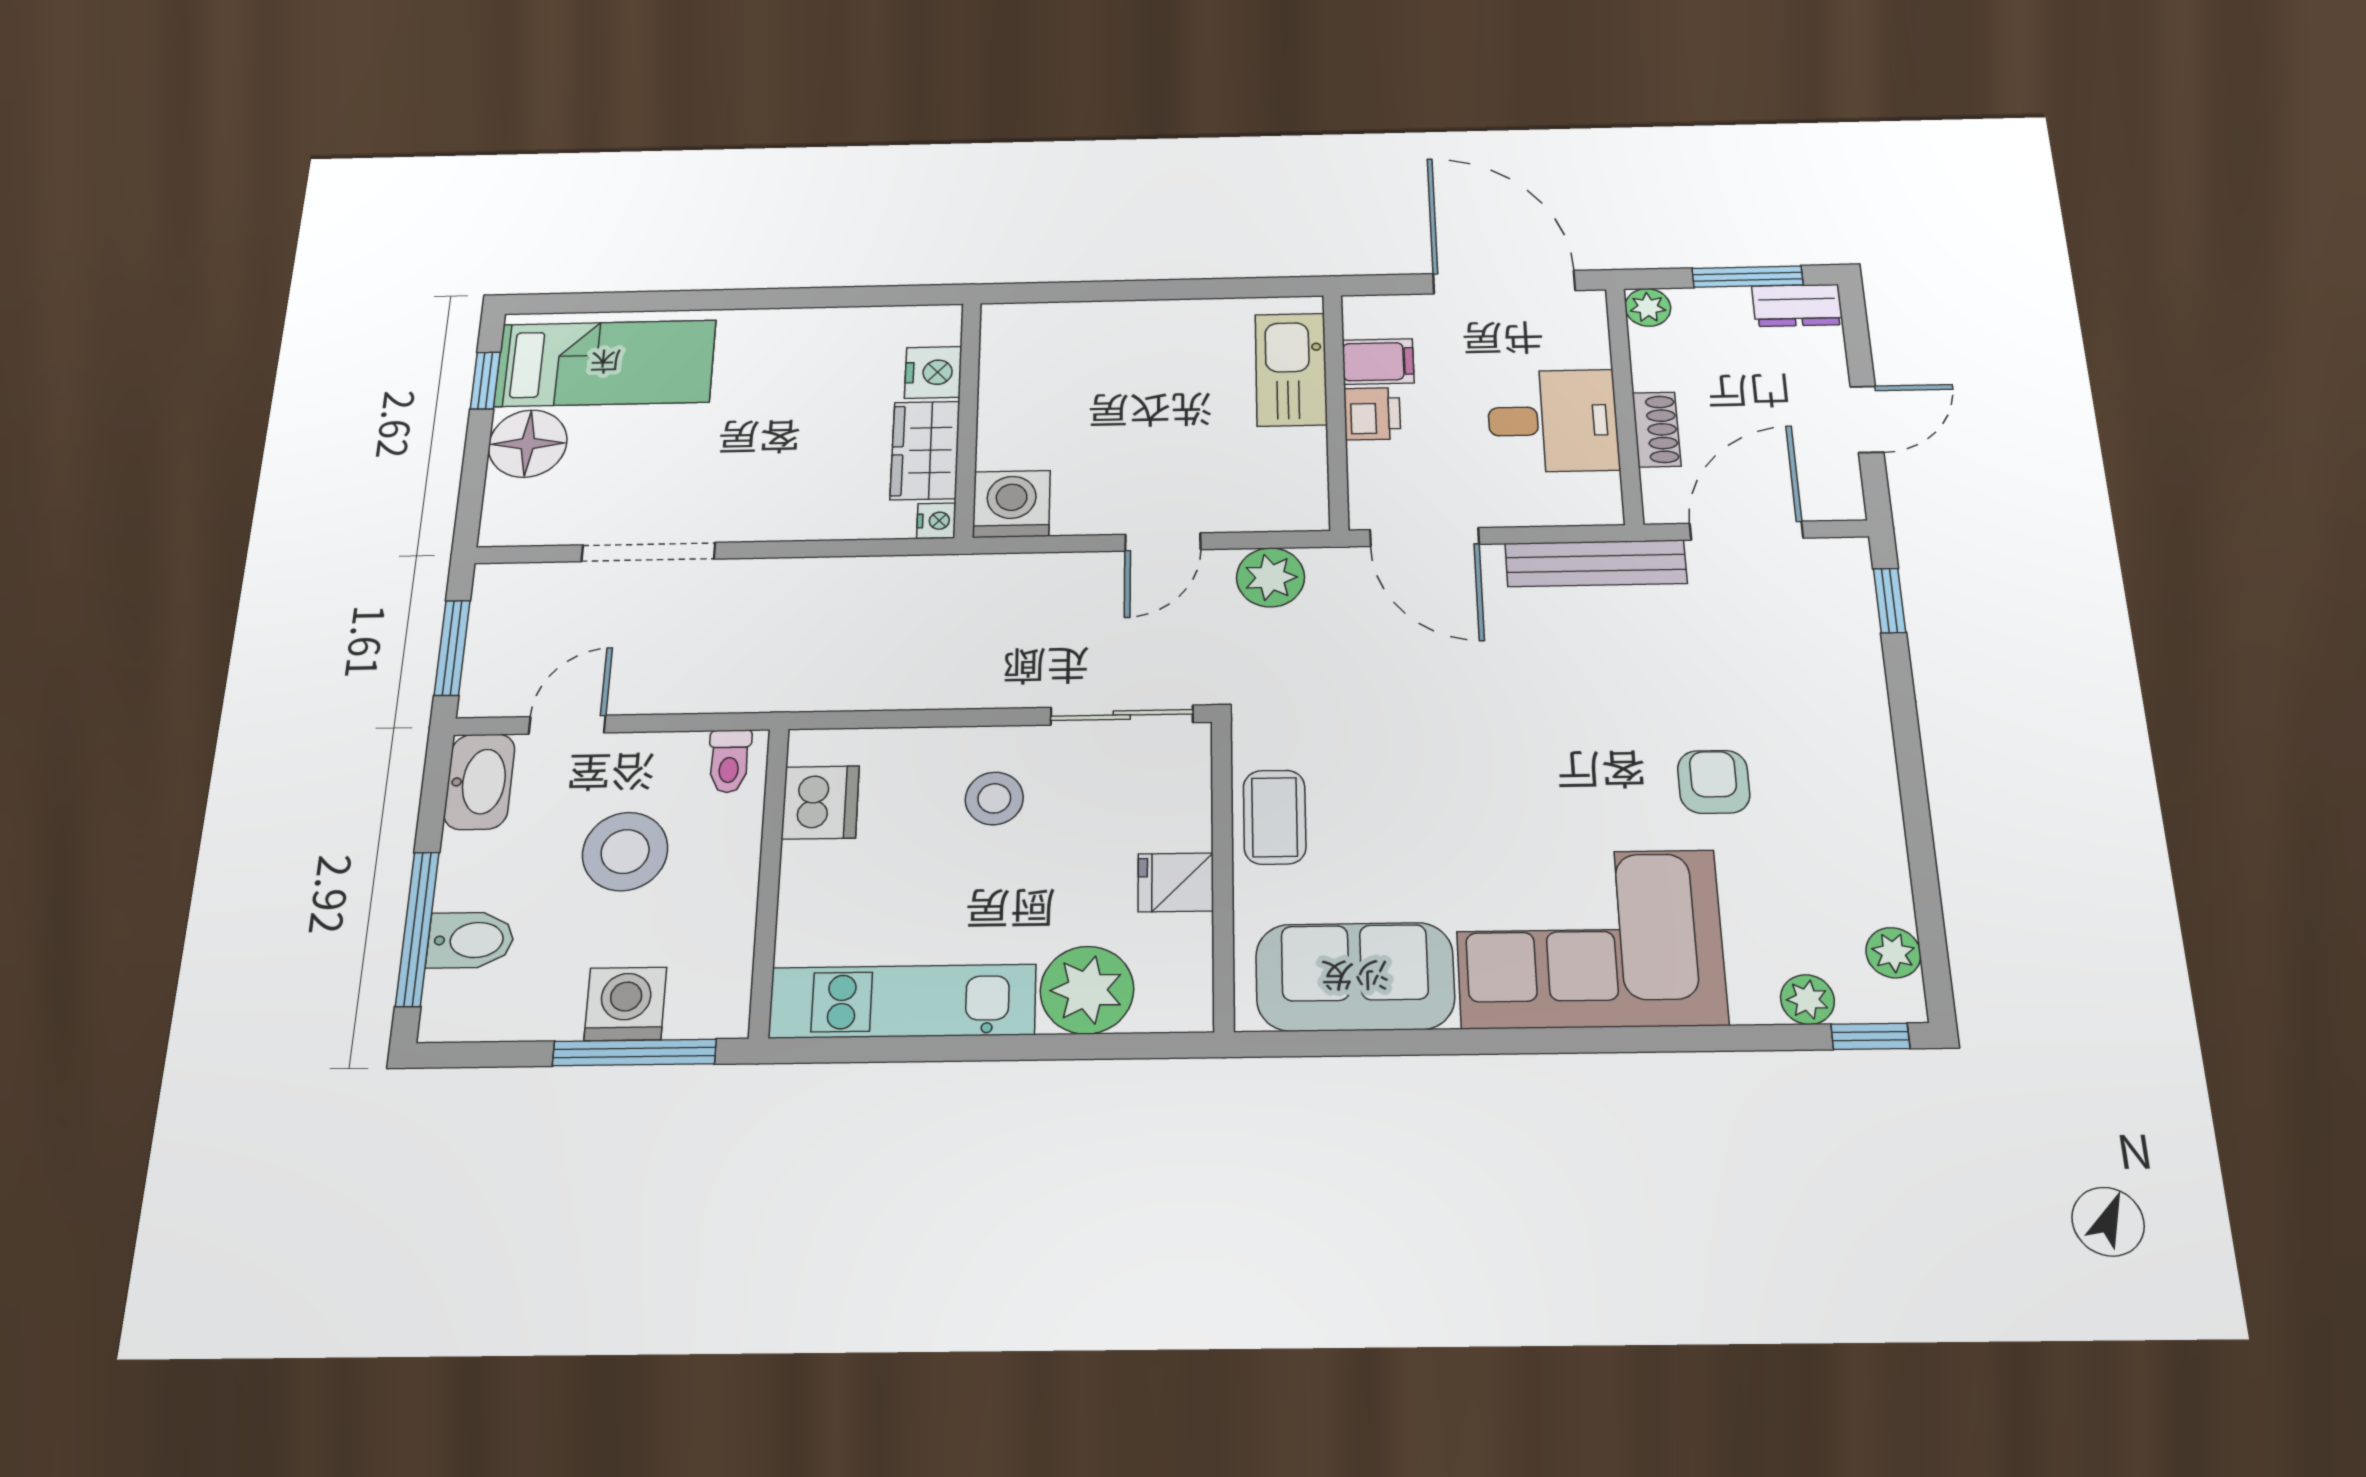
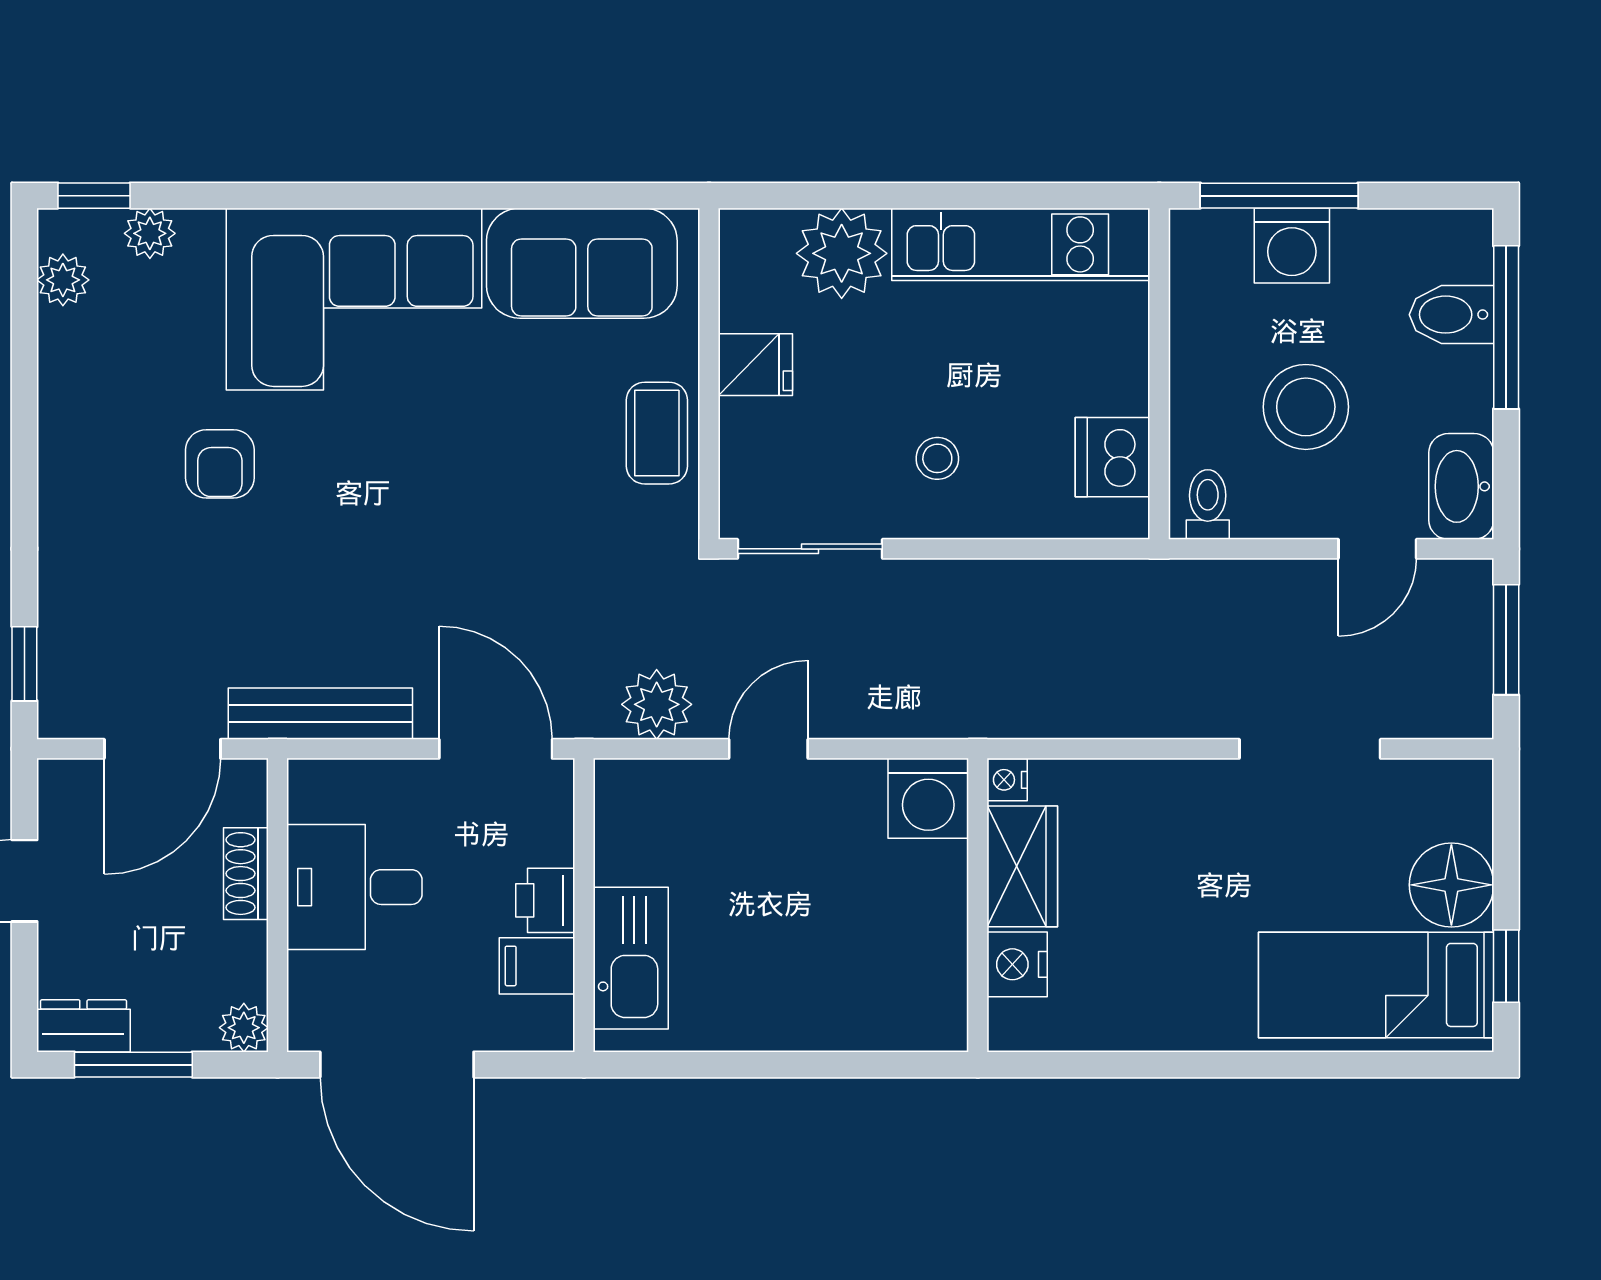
stool: (994, 798) -> (937, 458), width x0.73, depth x0.73

